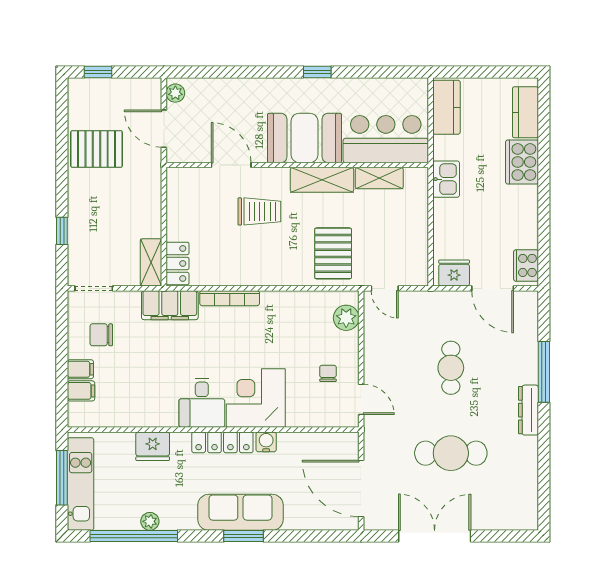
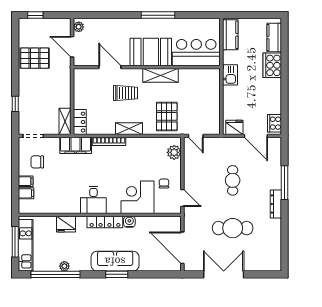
window: (317, 72) -> (158, 15), width x2.17
shelving: (379, 178) -> (129, 129), moved
corner desk: (256, 398) -> (137, 197), moved

